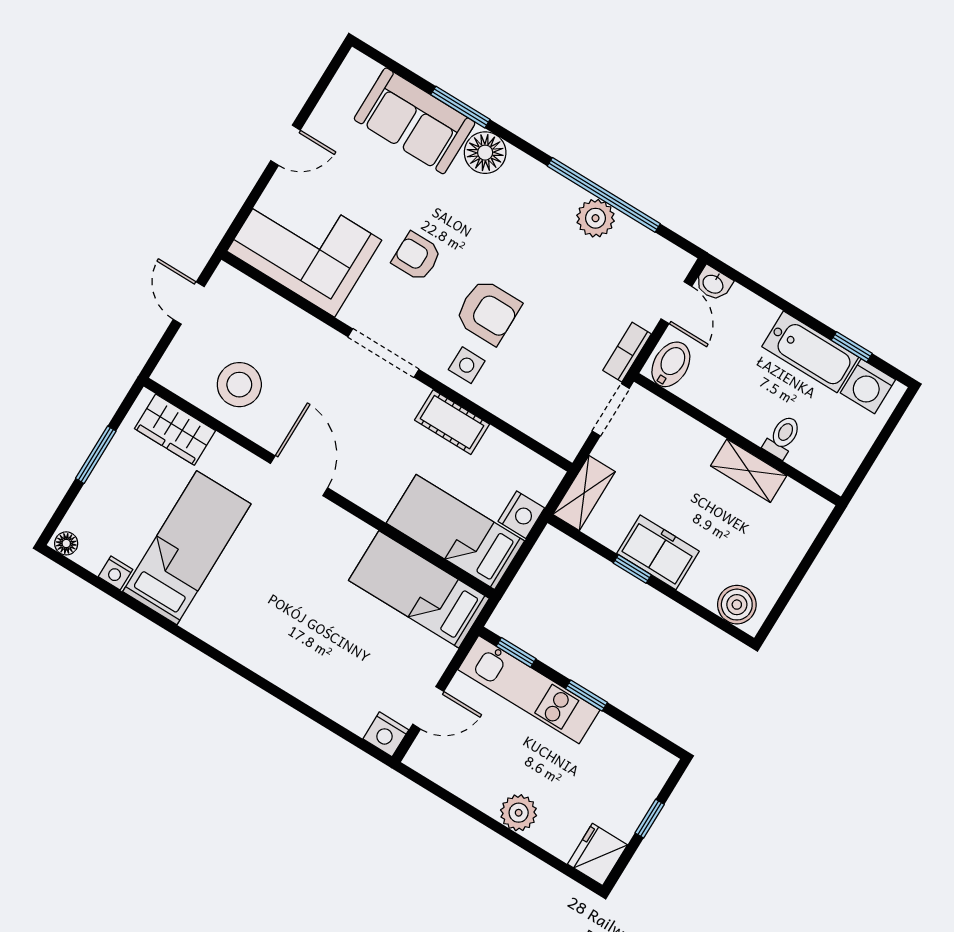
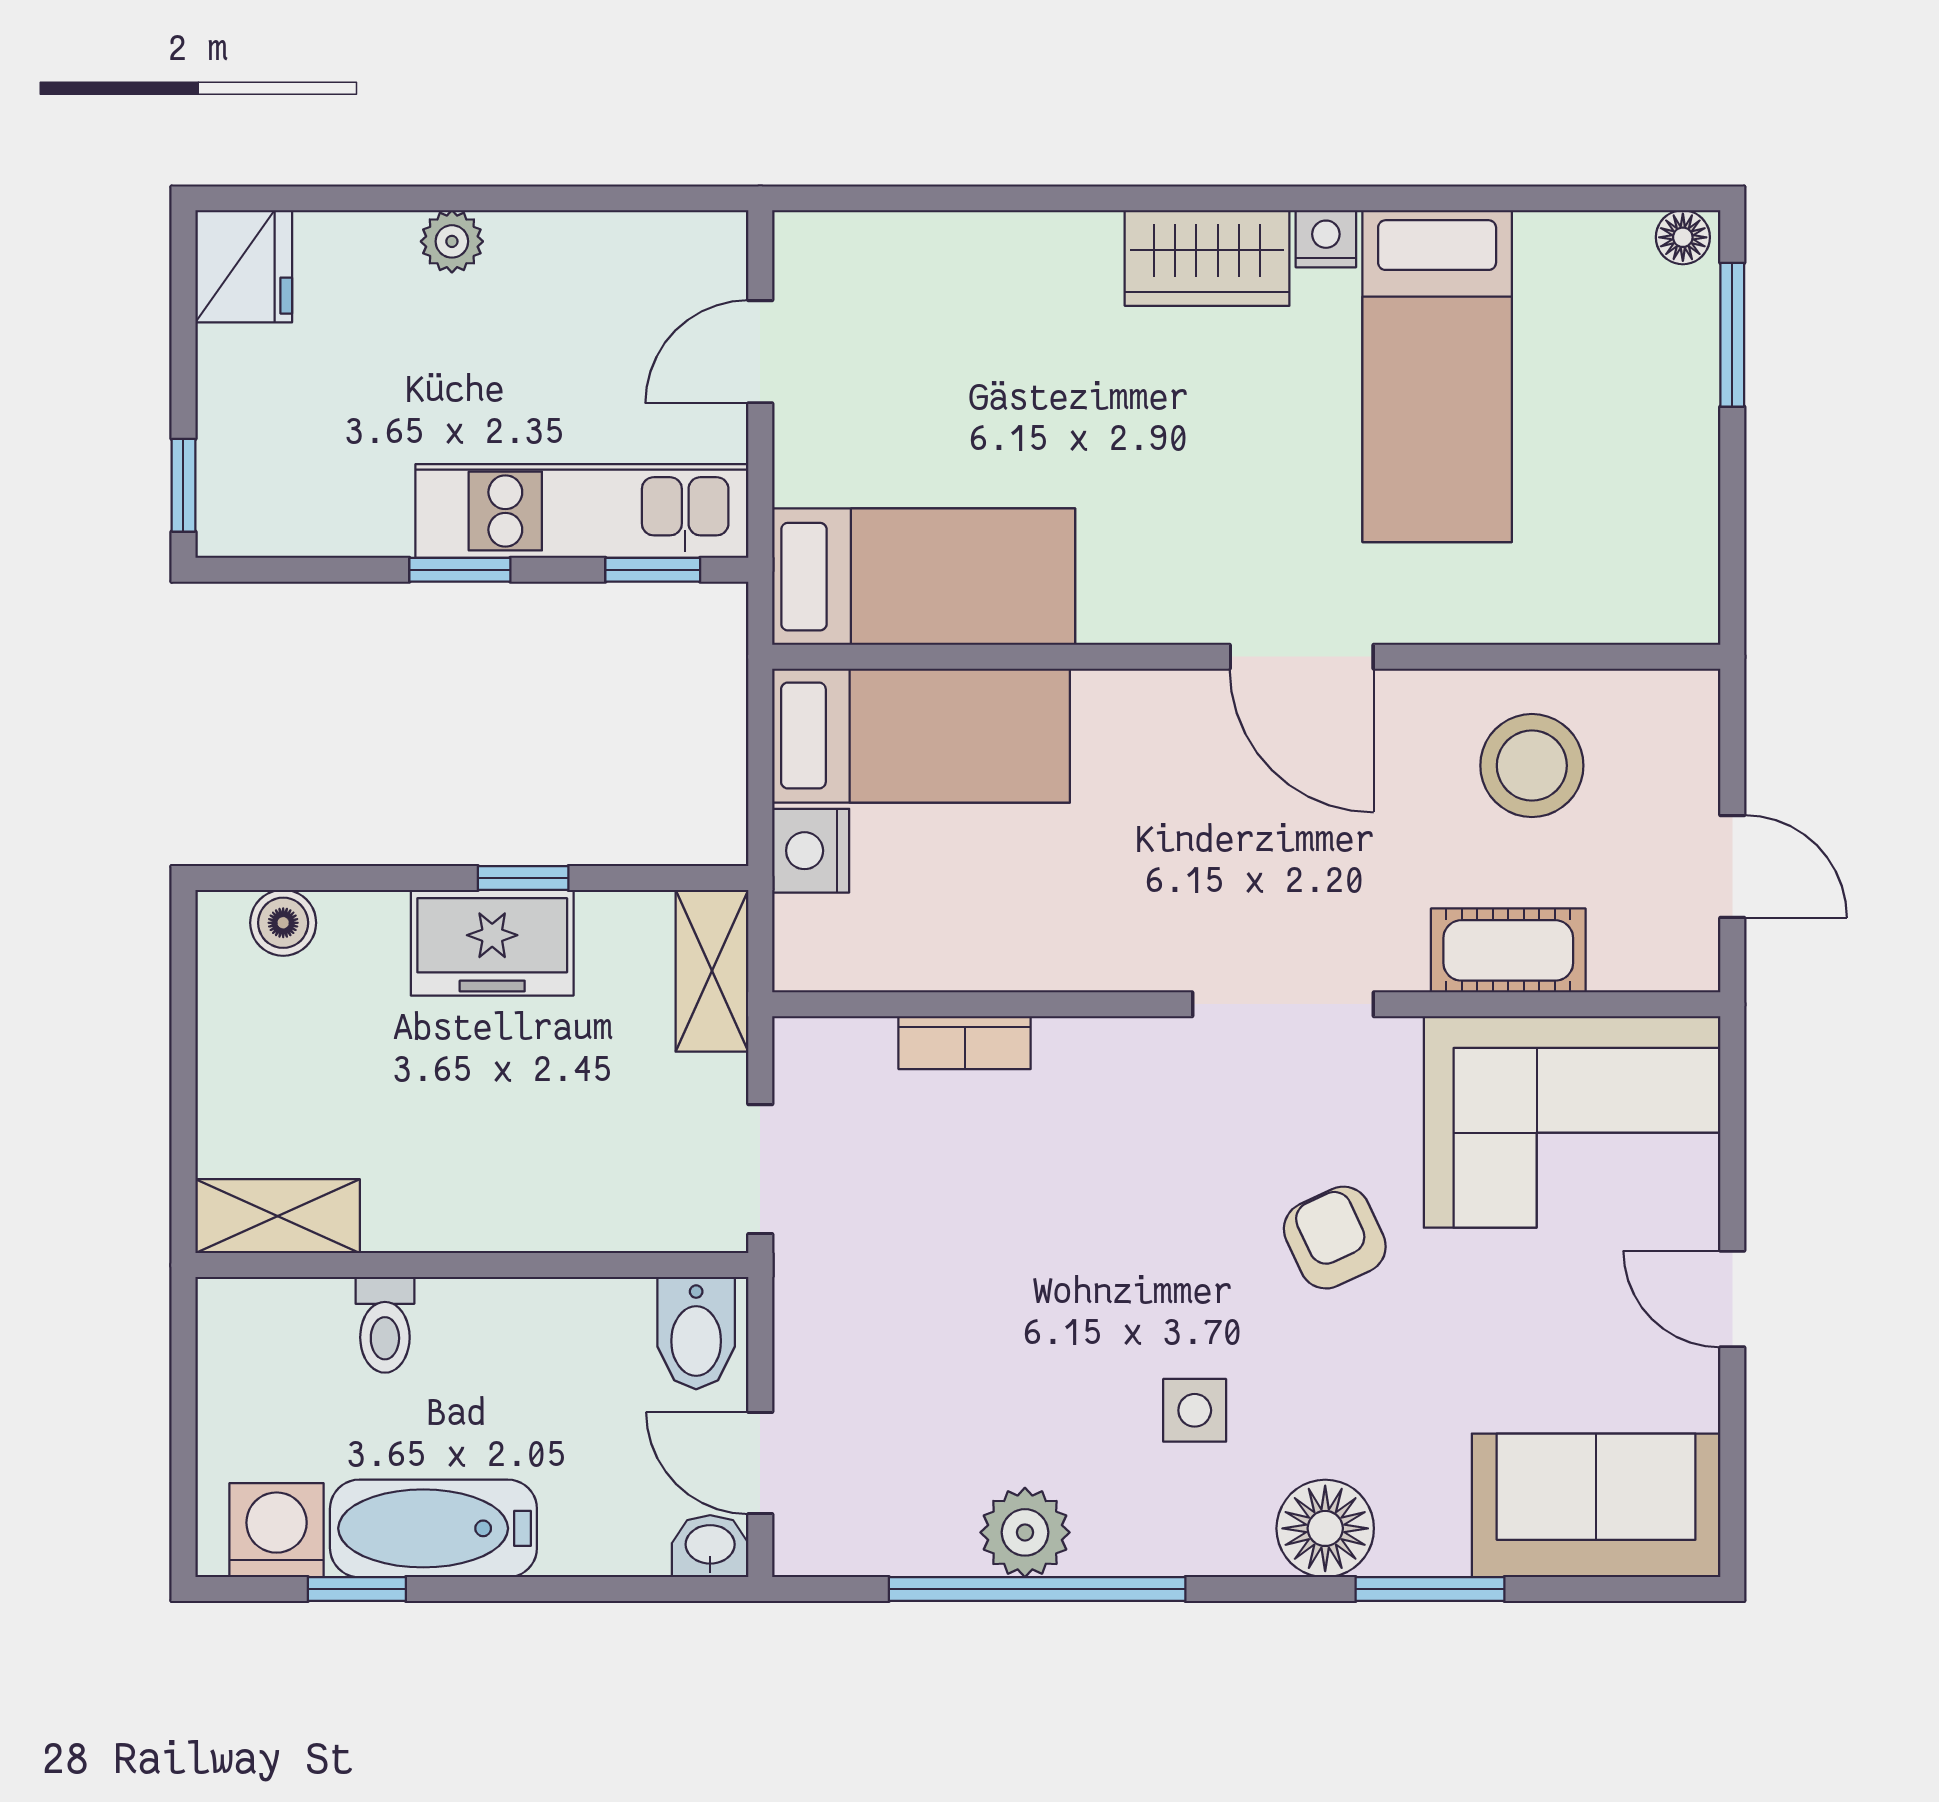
sofa: (415, 121) -> (1596, 1505), moved
door: (285, 145) -> (1732, 1299), hinge flipped
armchair: (417, 256) -> (1335, 1238), turned -115
armchair: (488, 312) -> (1125, 1214), removed
bookcase: (627, 352) -> (965, 1043), moved, turned 90
side table: (467, 365) -> (1195, 1410), moved
cot: (452, 422) -> (1508, 950), moved
wardrobe: (175, 430) -> (1207, 258), moved, turned 180
window: (96, 455) -> (1732, 335), moved
shelving: (749, 471) -> (278, 1216), moved
nightstand: (116, 573) -> (1326, 239), moved
boiler: (737, 605) -> (283, 923), width x0.73, depth x0.73
nightstand: (386, 734) -> (812, 247), removed
plant: (519, 813) -> (452, 241), width x0.73, depth x0.73
window: (650, 819) -> (183, 485), moved

